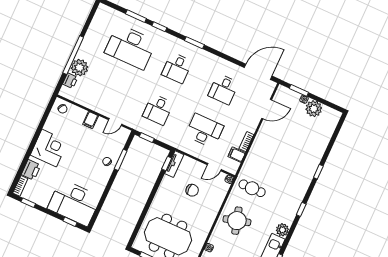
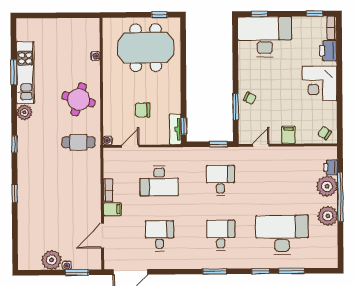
plant: (89, 45) -> (328, 216), added
filing cabinet: (237, 155) -> (112, 209), moved
round table: (237, 221) -> (79, 99), turned 32

